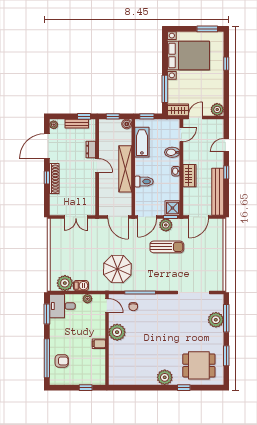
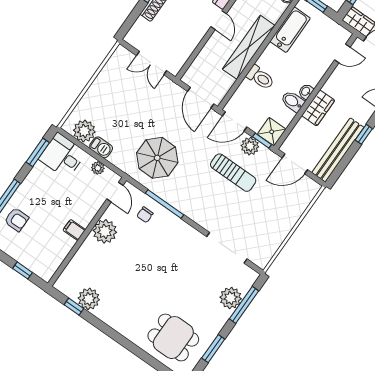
bidet: (172, 152) -> (293, 101), moved
plant: (165, 377) -> (89, 299), moved
window: (184, 388) -> (74, 307), moved

